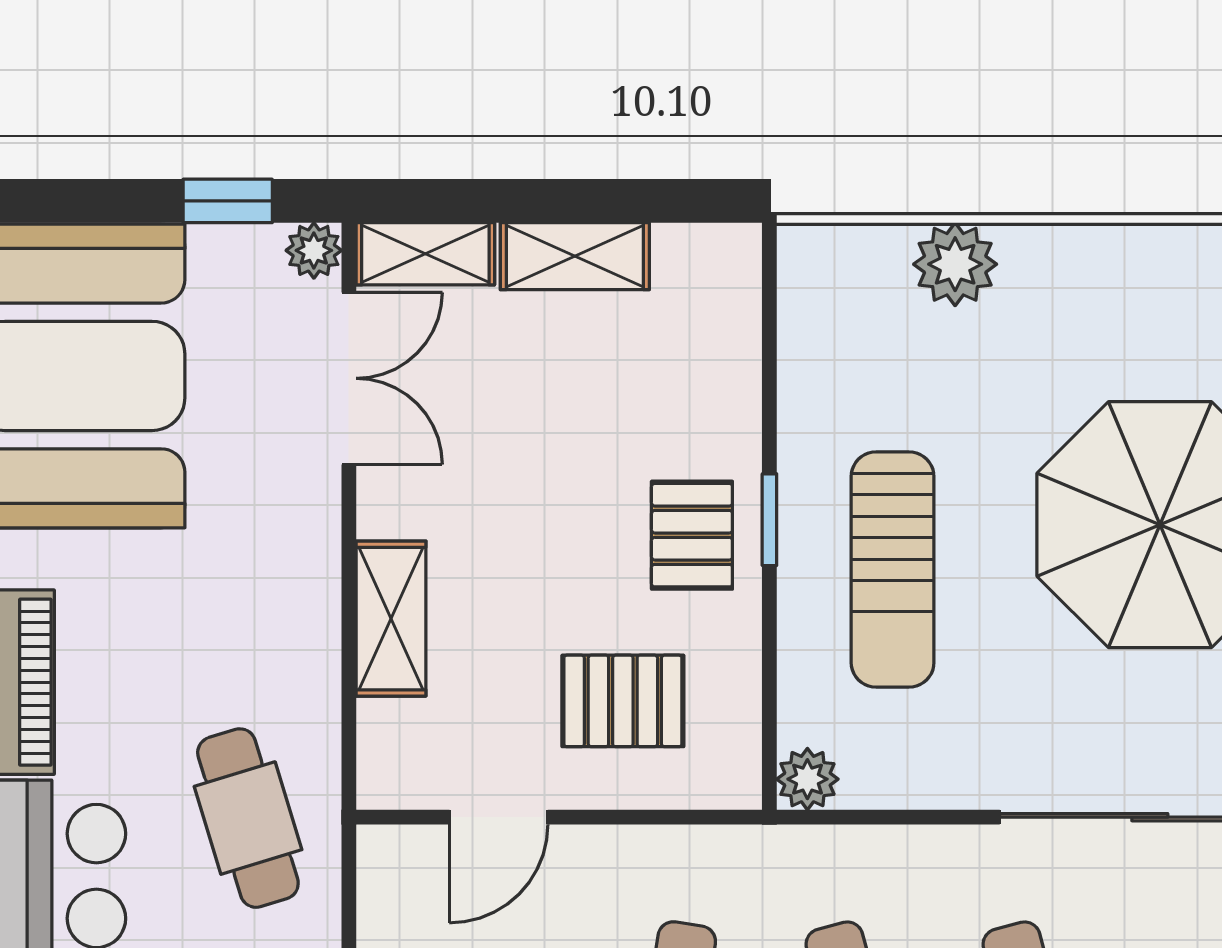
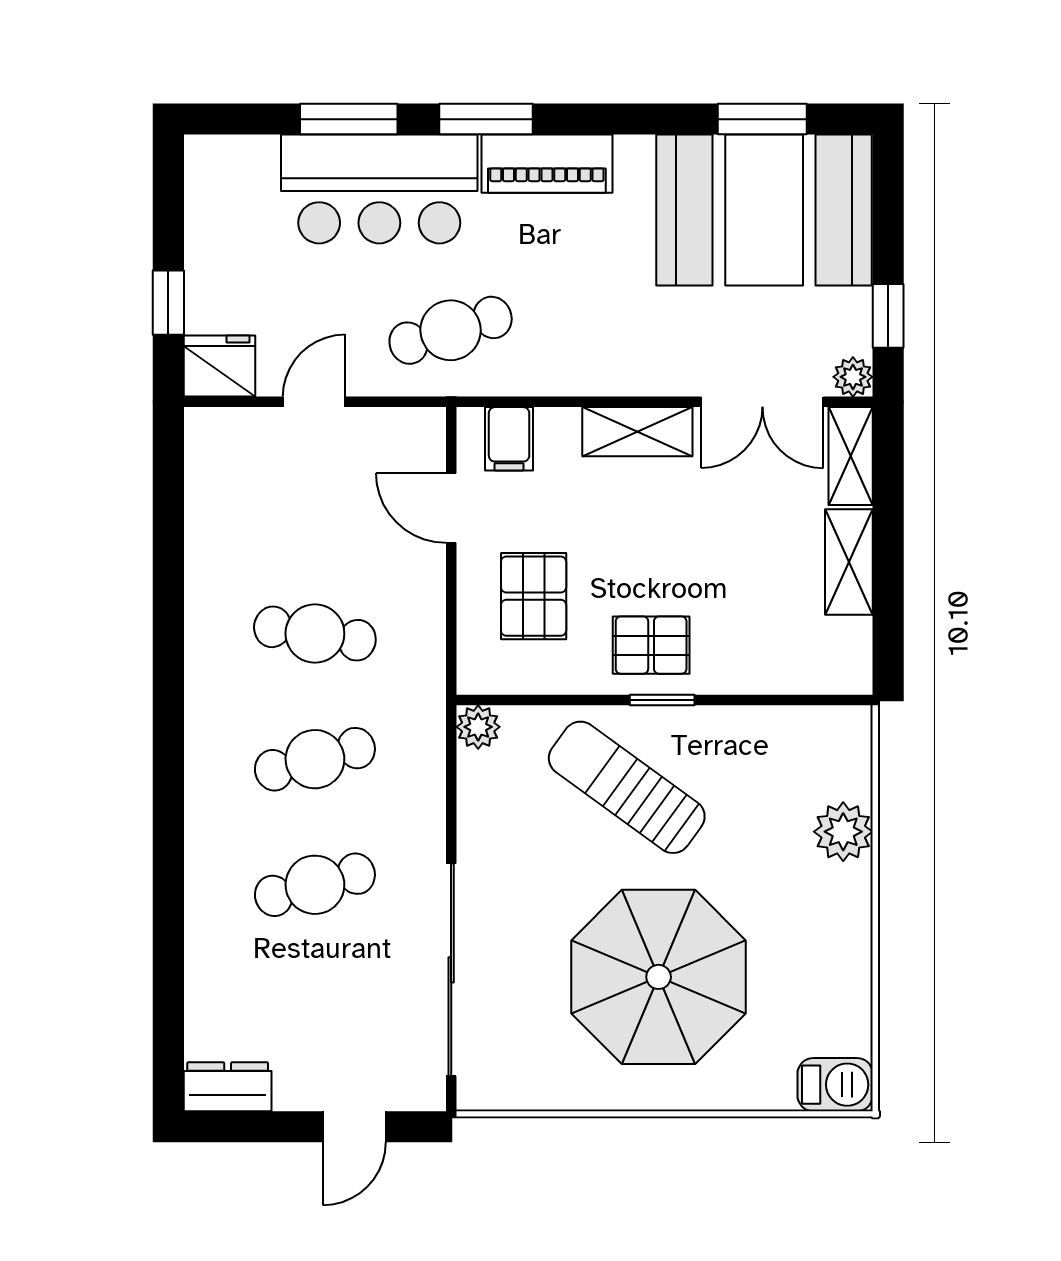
sun lounger: (893, 570) -> (627, 787), turned 36
shelving: (391, 619) -> (637, 432), moved
filing cabinet: (401, 736) -> (509, 439), added

